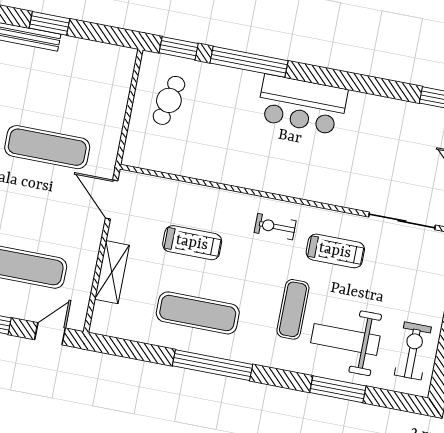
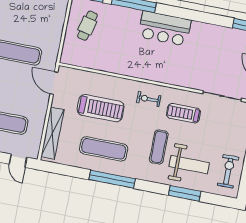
treadmill: (192, 243) -> (101, 108), width x1.37, depth x1.37
treadmill: (335, 251) -> (183, 113), turned 180
shelving: (112, 272) -> (52, 133), width x1.47
door: (50, 334) -> (18, 161), swing flipped
weight bench: (345, 339) -> (189, 165), turned 180

